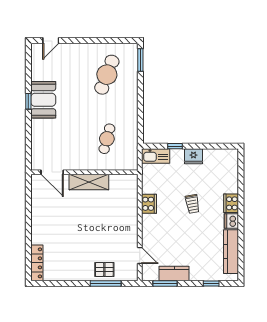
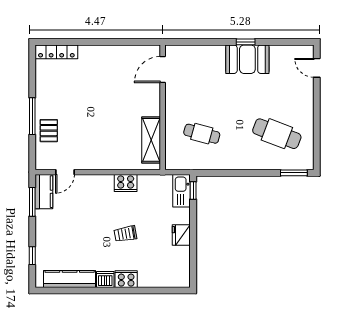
window: (175, 146) -> (193, 191), moved
shelving: (89, 182) -> (151, 140), moved
kitchen counter: (174, 274) -> (44, 192), moved
window: (106, 283) -> (32, 116), moved

